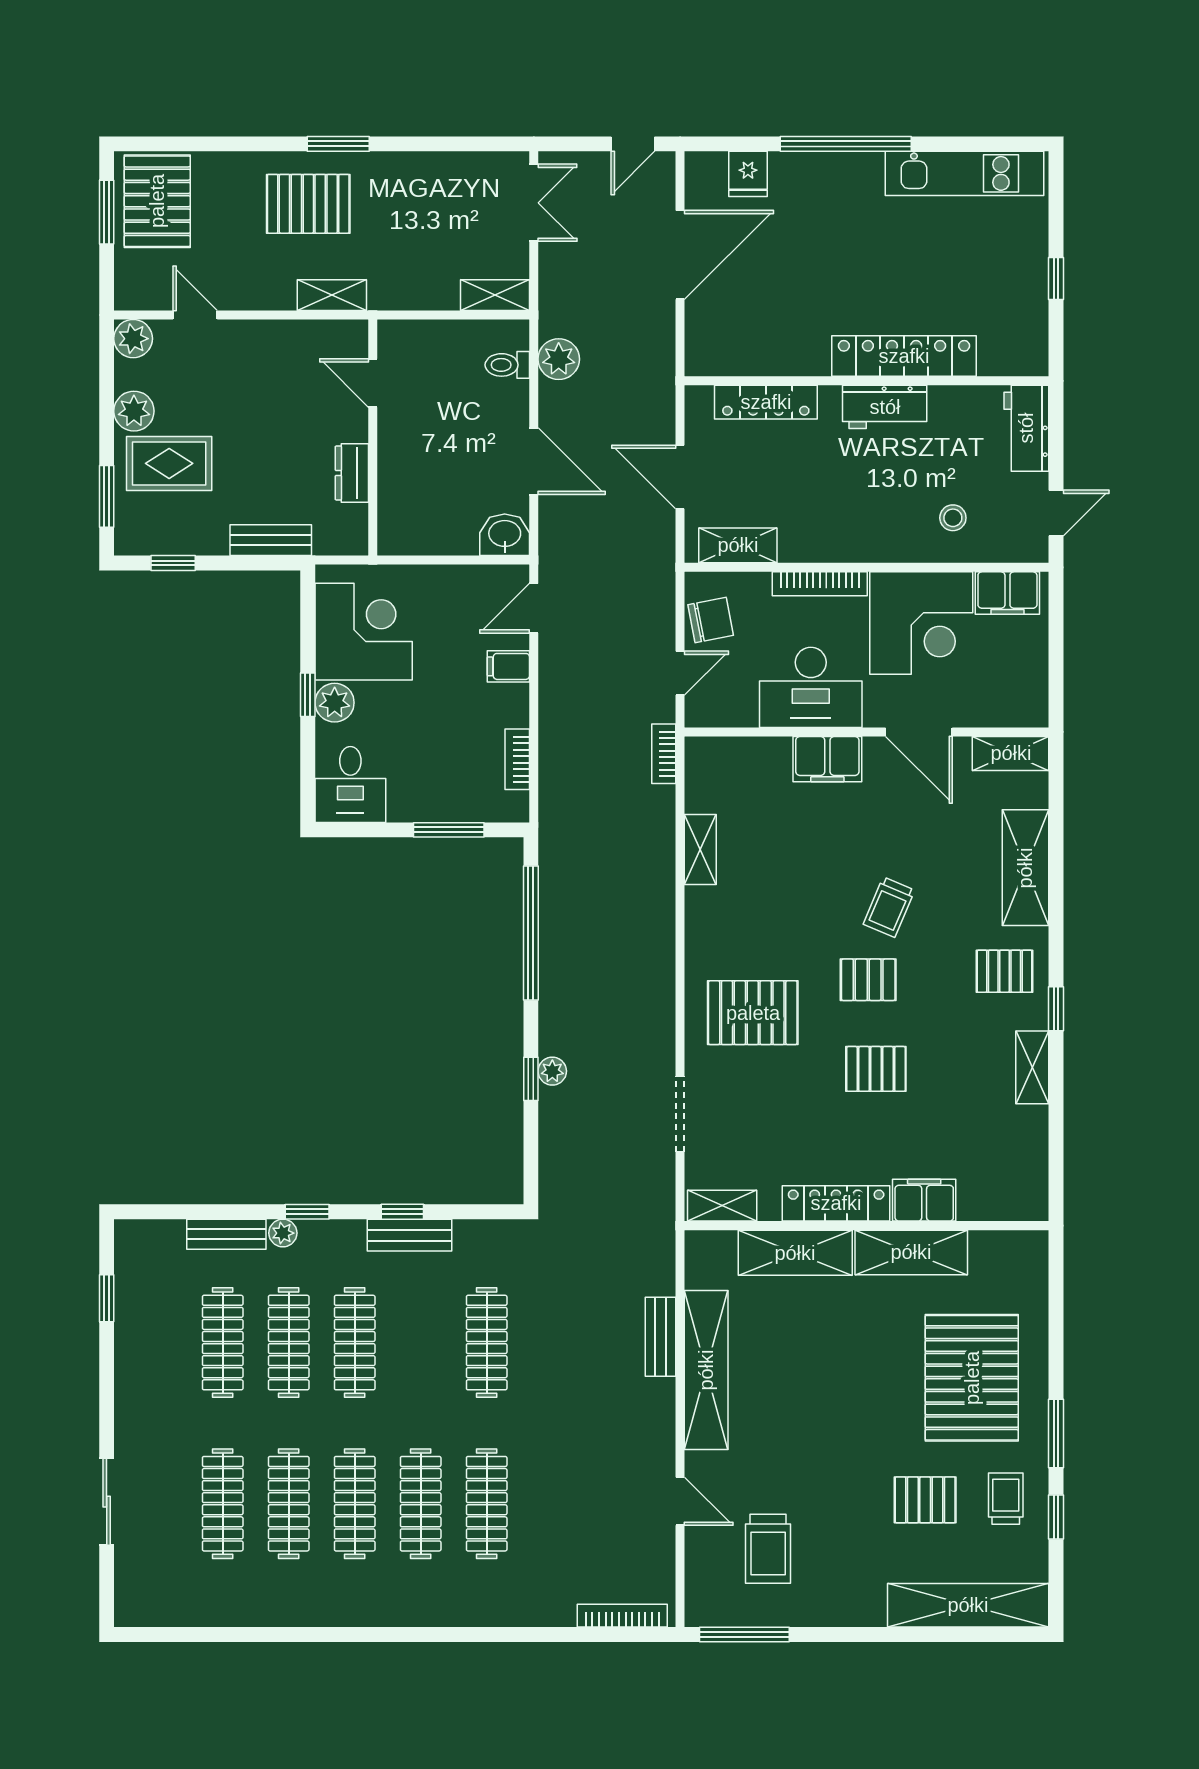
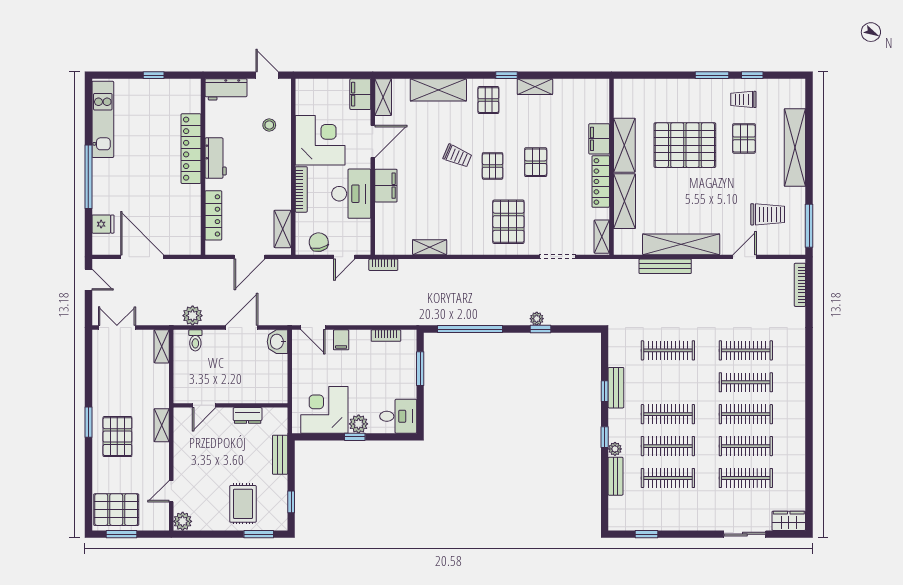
plant: (134, 411) -> (218, 521), removed
filing cabinet: (1007, 593) -> (360, 94), moved, turned 180
door: (680, 673) -> (344, 257), swing flipped
bench: (661, 1337) -> (665, 266), width x1.36
pallet: (972, 1378) -> (685, 145), moved
wardrobe: (134, 1593) -> (789, 521), added
shelving: (968, 1605) -> (795, 147), moved

